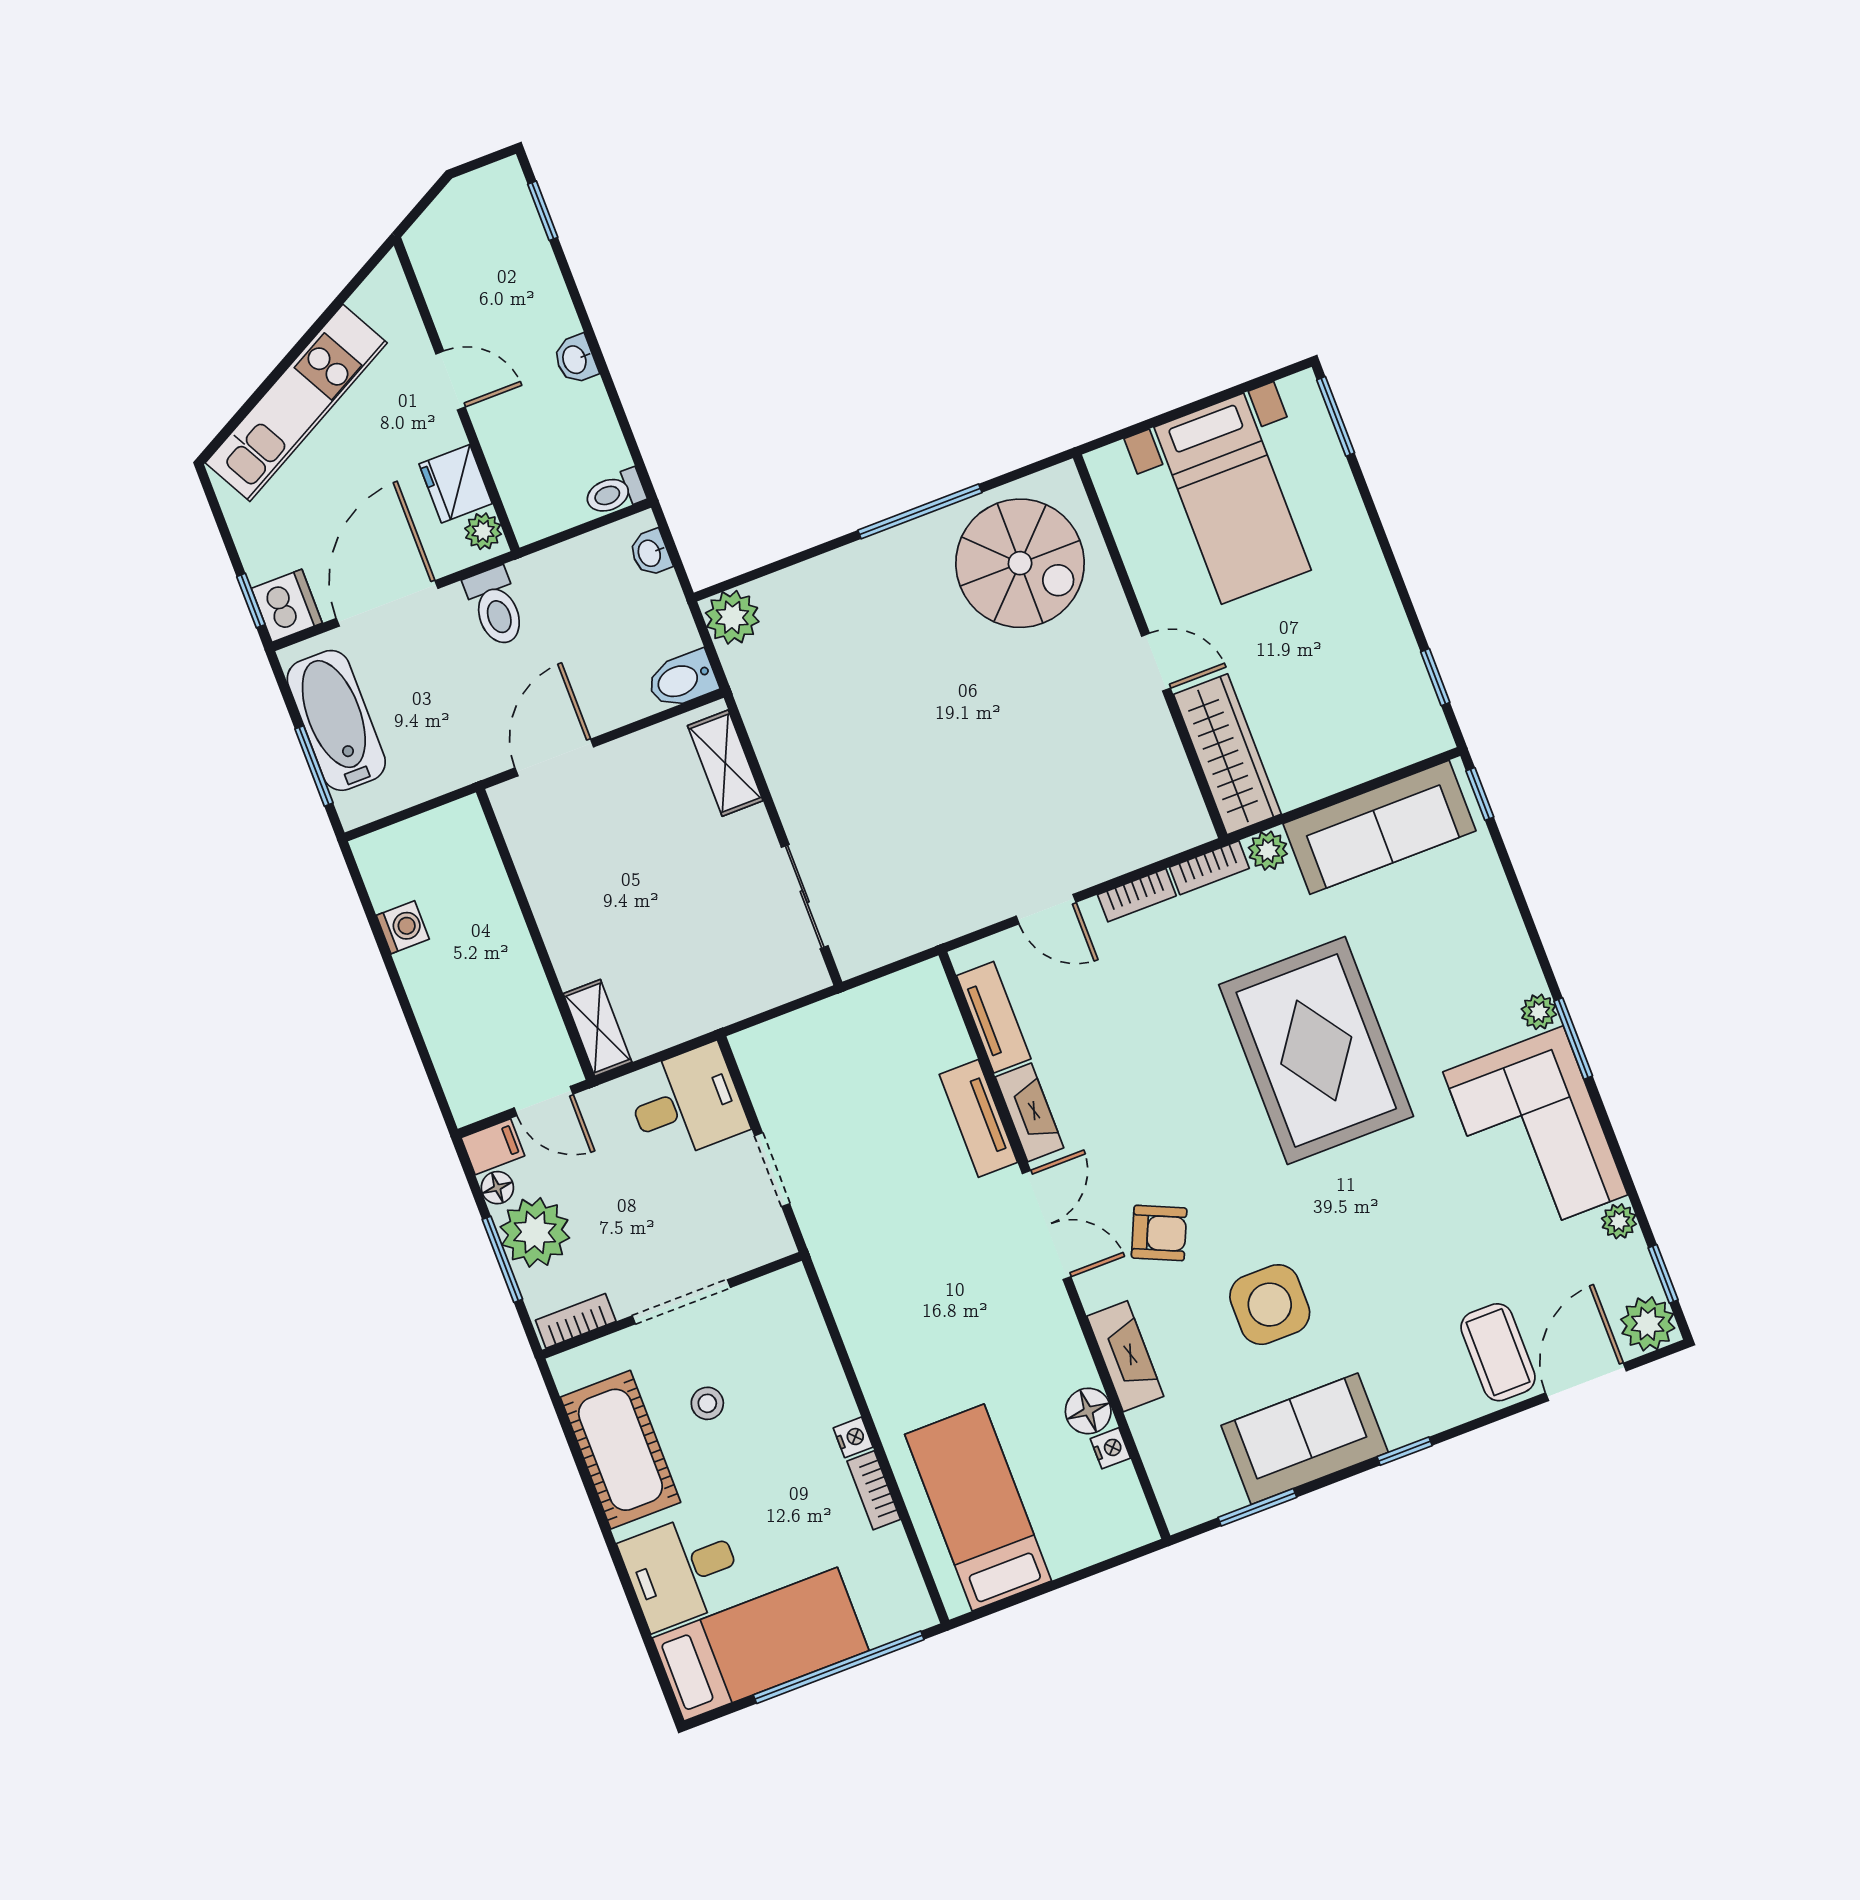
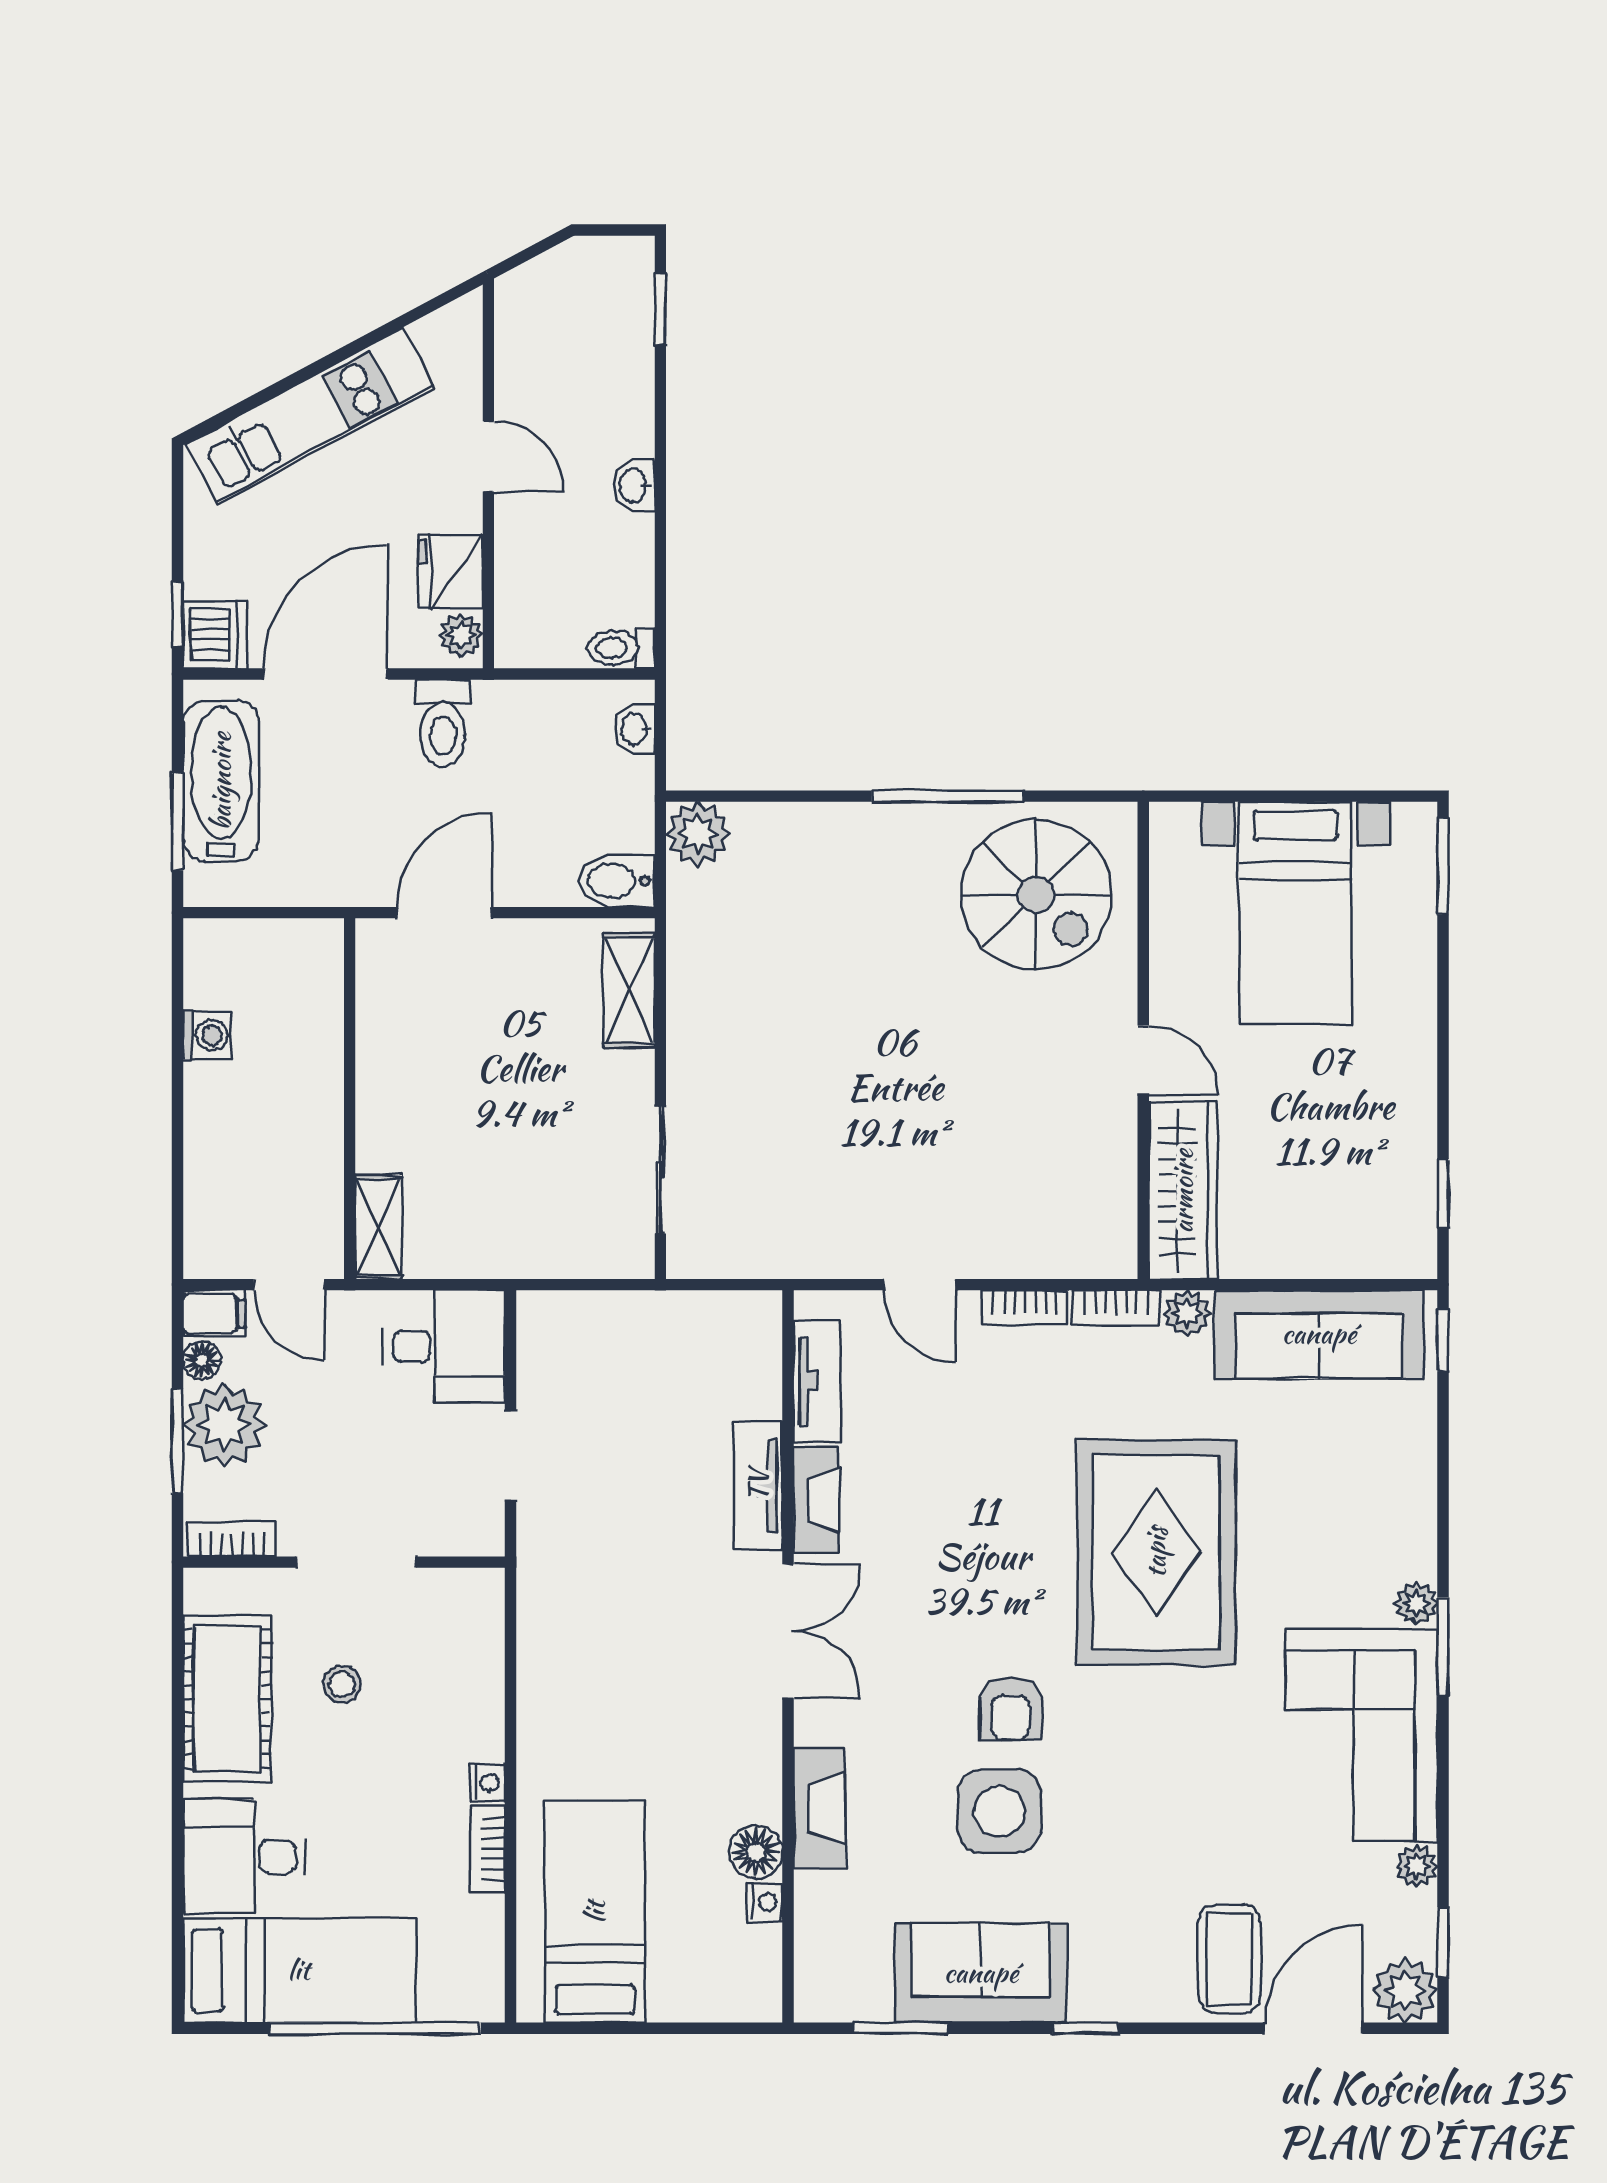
armchair: (1159, 1233) -> (1011, 1709), moved, turned 66

